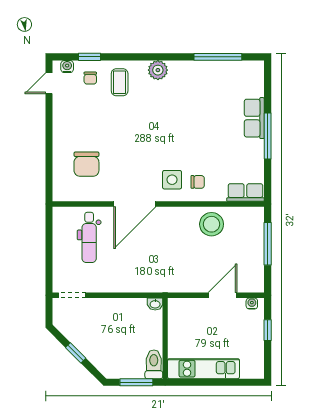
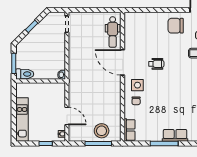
wheelchair: (137, 149) -> (156, 64), added
chair: (86, 164) -> (176, 26), moved
stool: (212, 224) -> (102, 131), moved
dental chair: (89, 237) -> (113, 32), moved, turned -90
kitchen unit: (204, 369) -> (22, 120), moved

